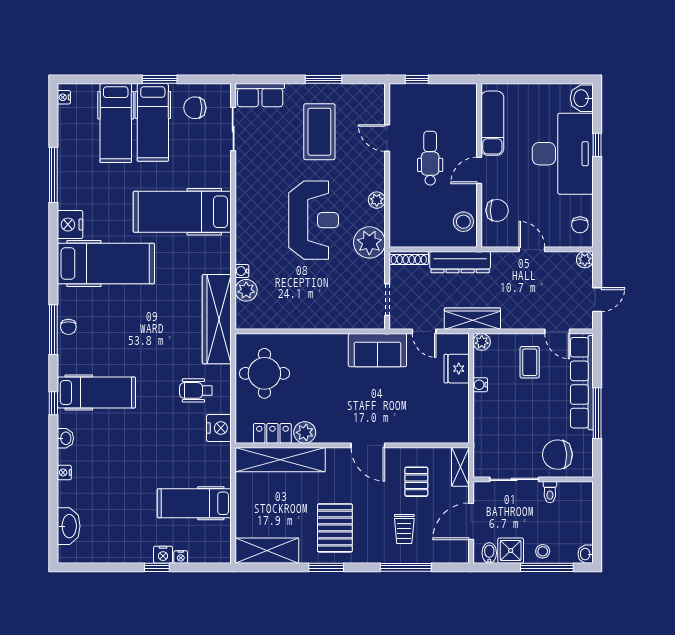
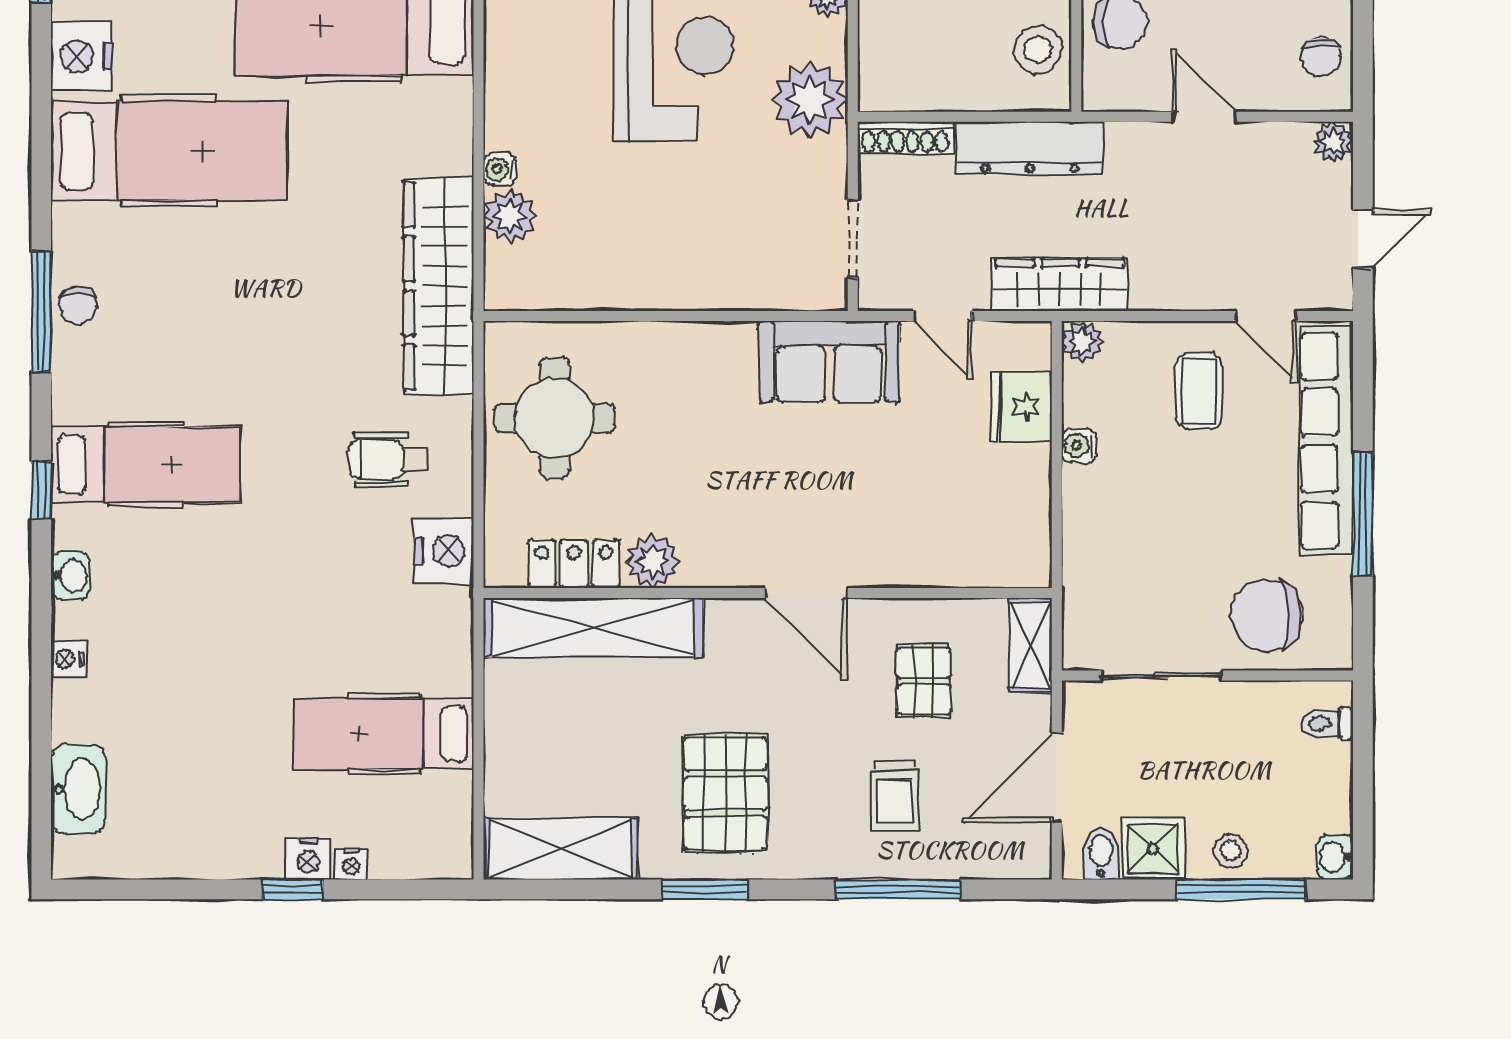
toilet: (550, 492) -> (1327, 724), moved, turned 90

